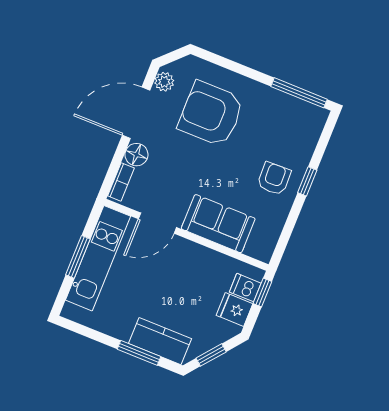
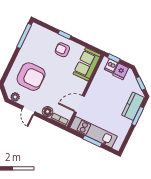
door: (136, 113) -> (29, 111), width x0.53
armchair: (211, 114) -> (31, 77), turned -90
door: (157, 223) -> (79, 104), swing flipped
sofa: (218, 224) -> (87, 64), moved

